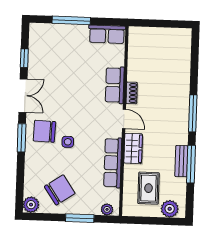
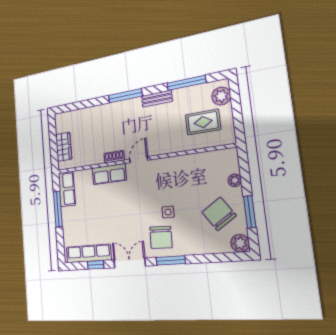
window: (71, 20) -> (58, 209), moved
wardrobe: (133, 148) -> (64, 147), moved, turned 90
bench: (181, 161) -> (157, 99), moved
row of seats: (113, 163) -> (89, 254), moved, turned 180
window: (191, 164) -> (186, 83), moved
plant: (107, 209) -> (235, 180), moved
window: (80, 218) -> (250, 212), moved

